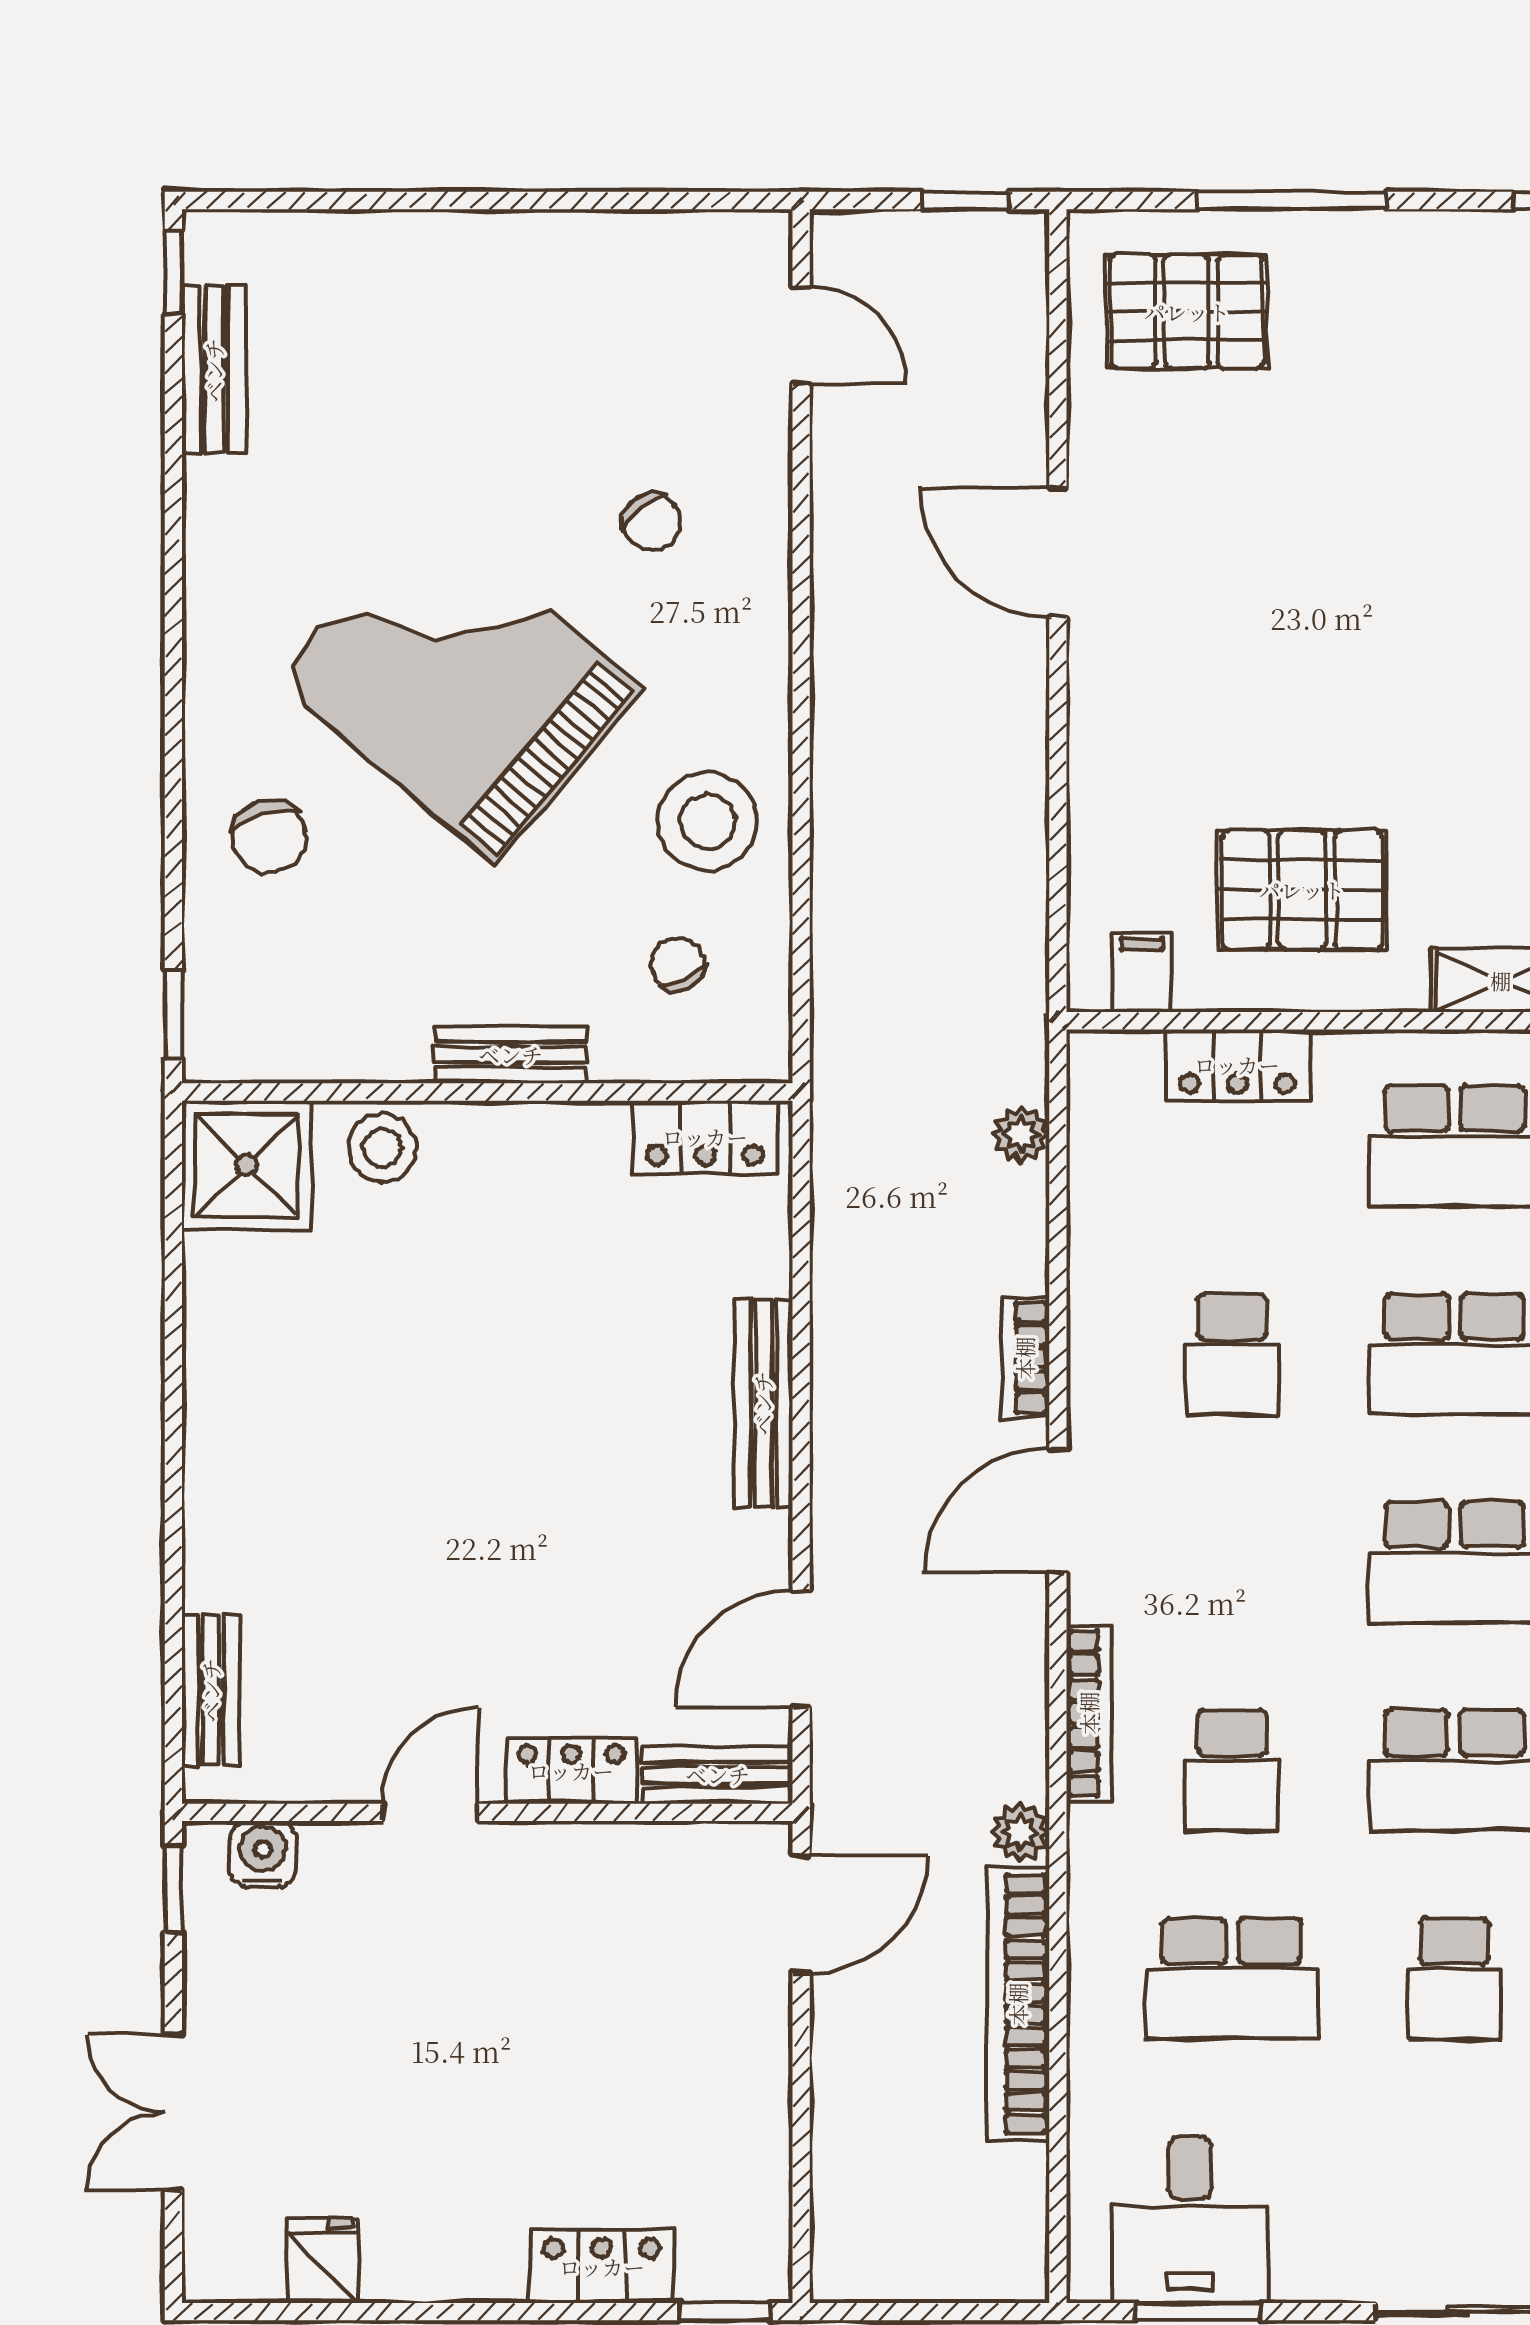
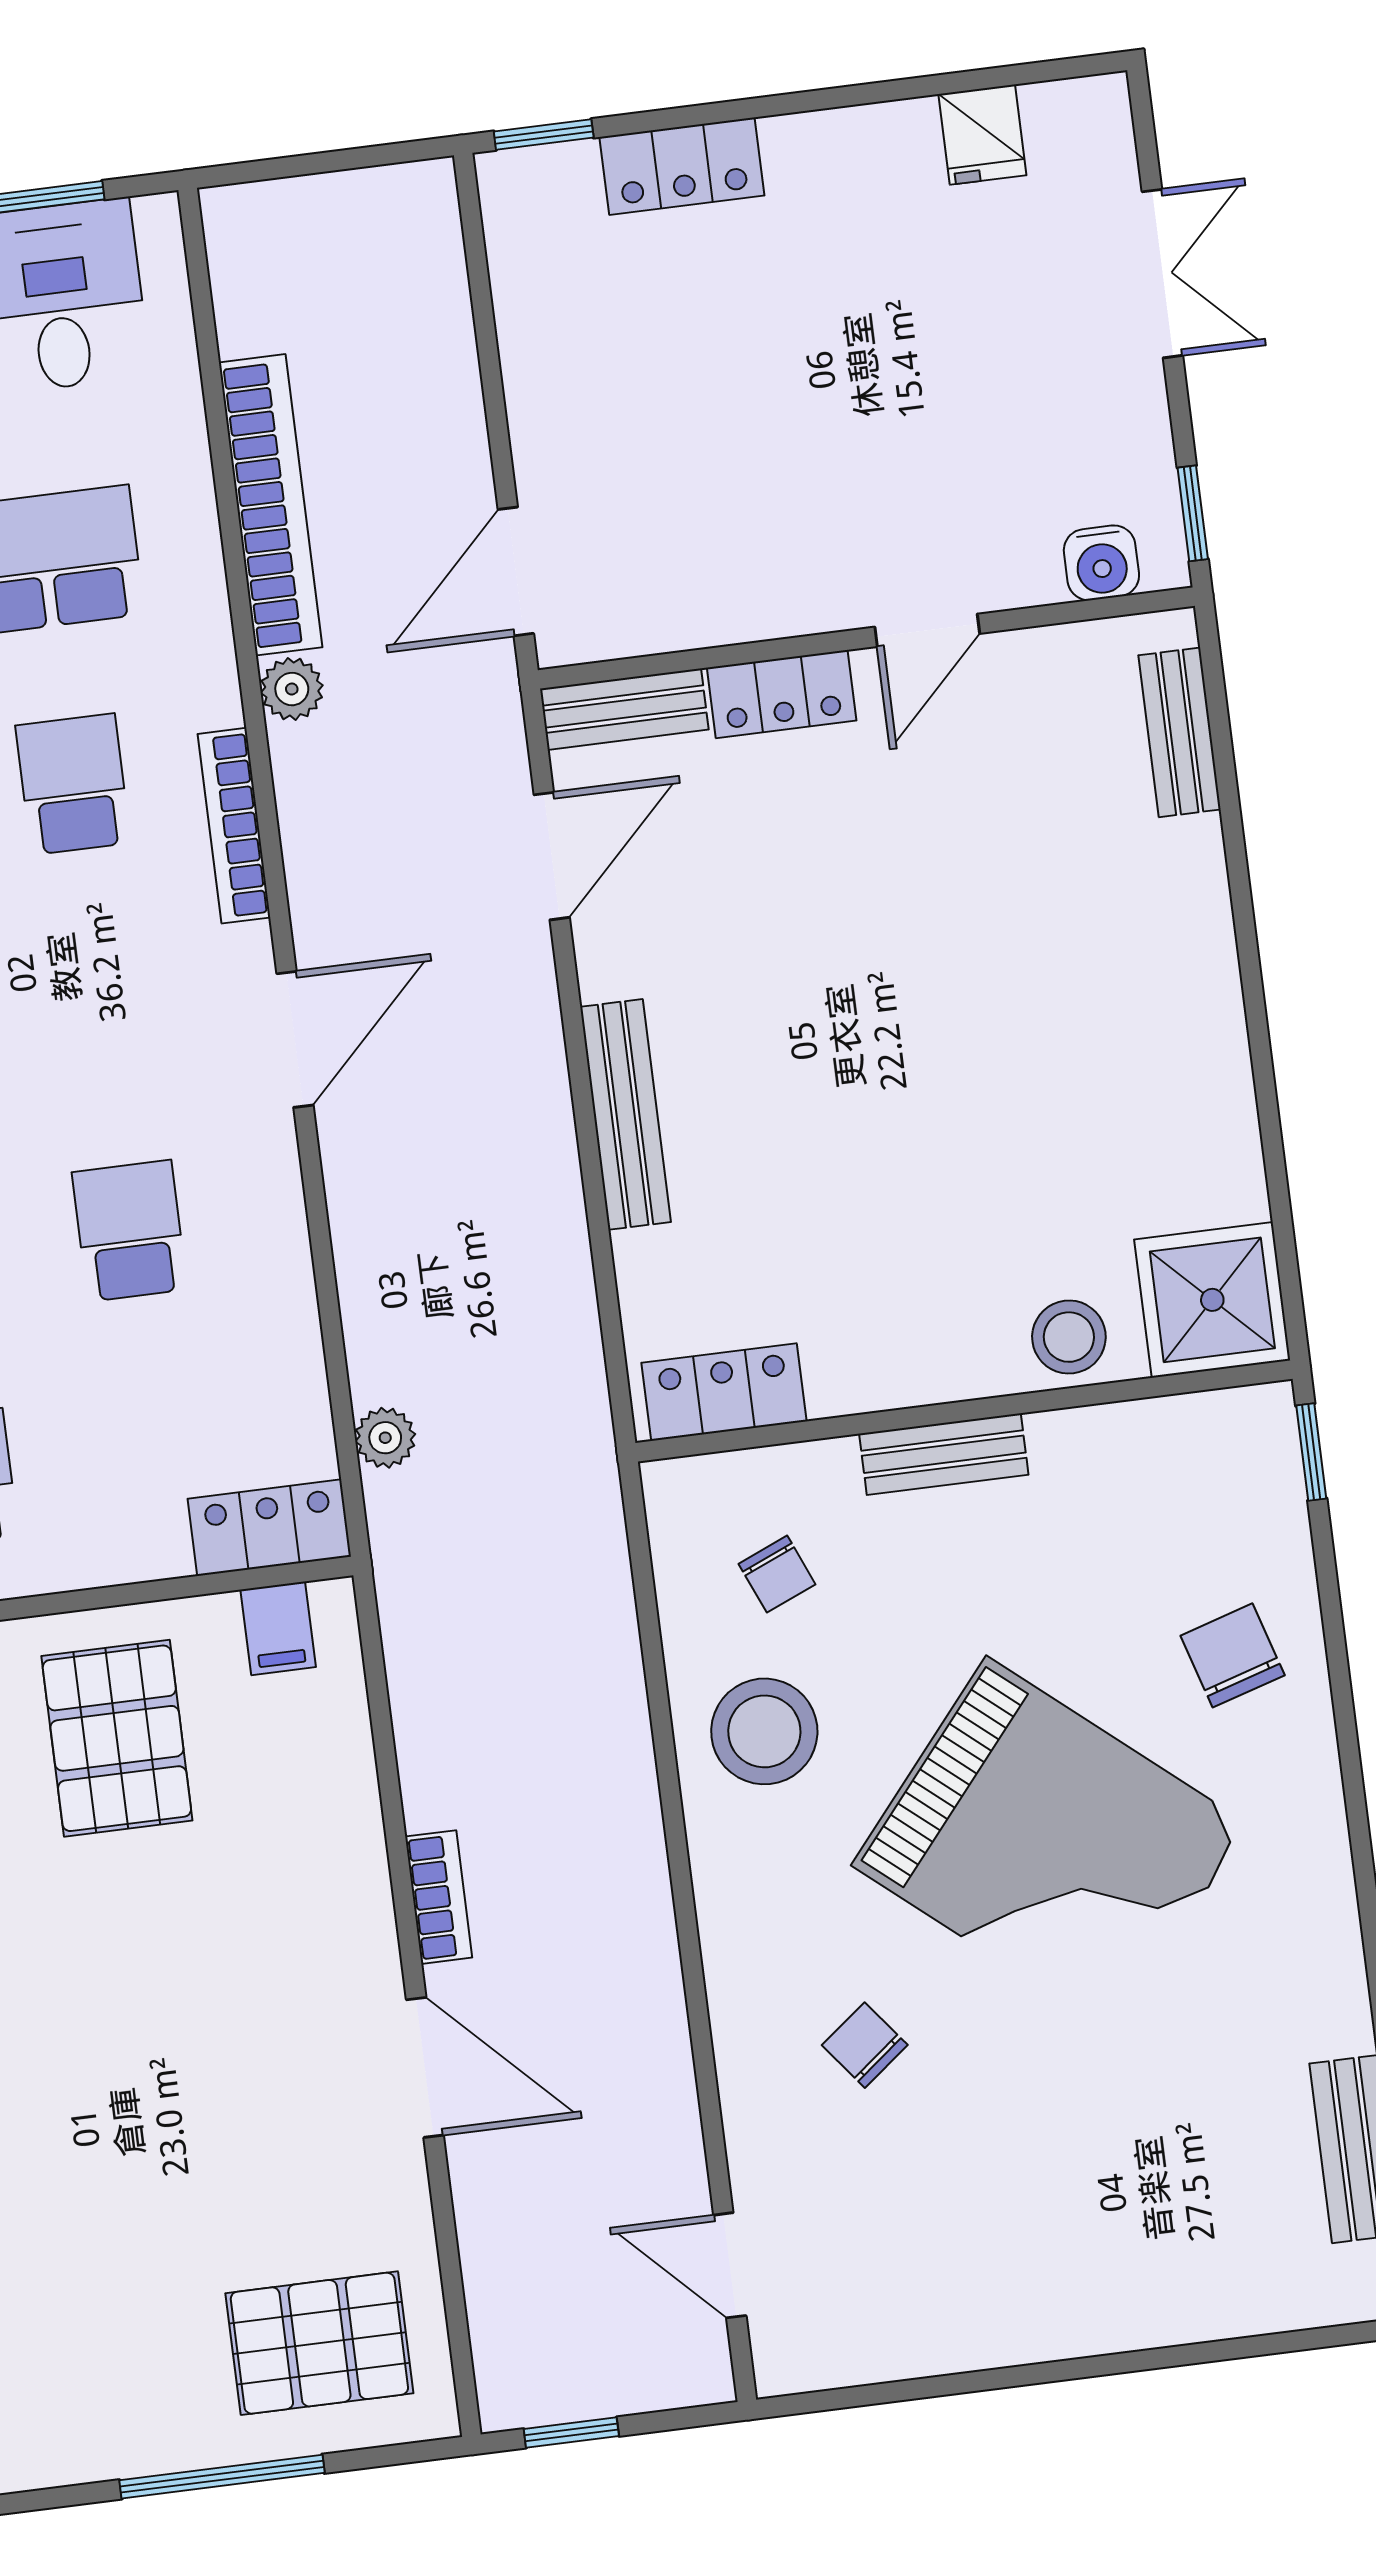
pallet: (1302, 890) -> (117, 1738), turned 90
locker: (1237, 1065) -> (269, 1528), moved
bookcase: (1025, 1358) -> (439, 1897), moved

